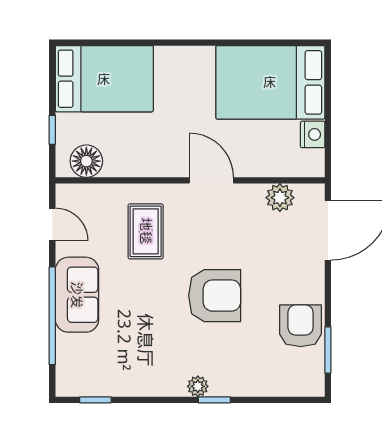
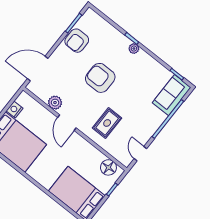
plant: (280, 198) -> (55, 103), moved
sofa: (77, 295) -> (172, 95), moved

